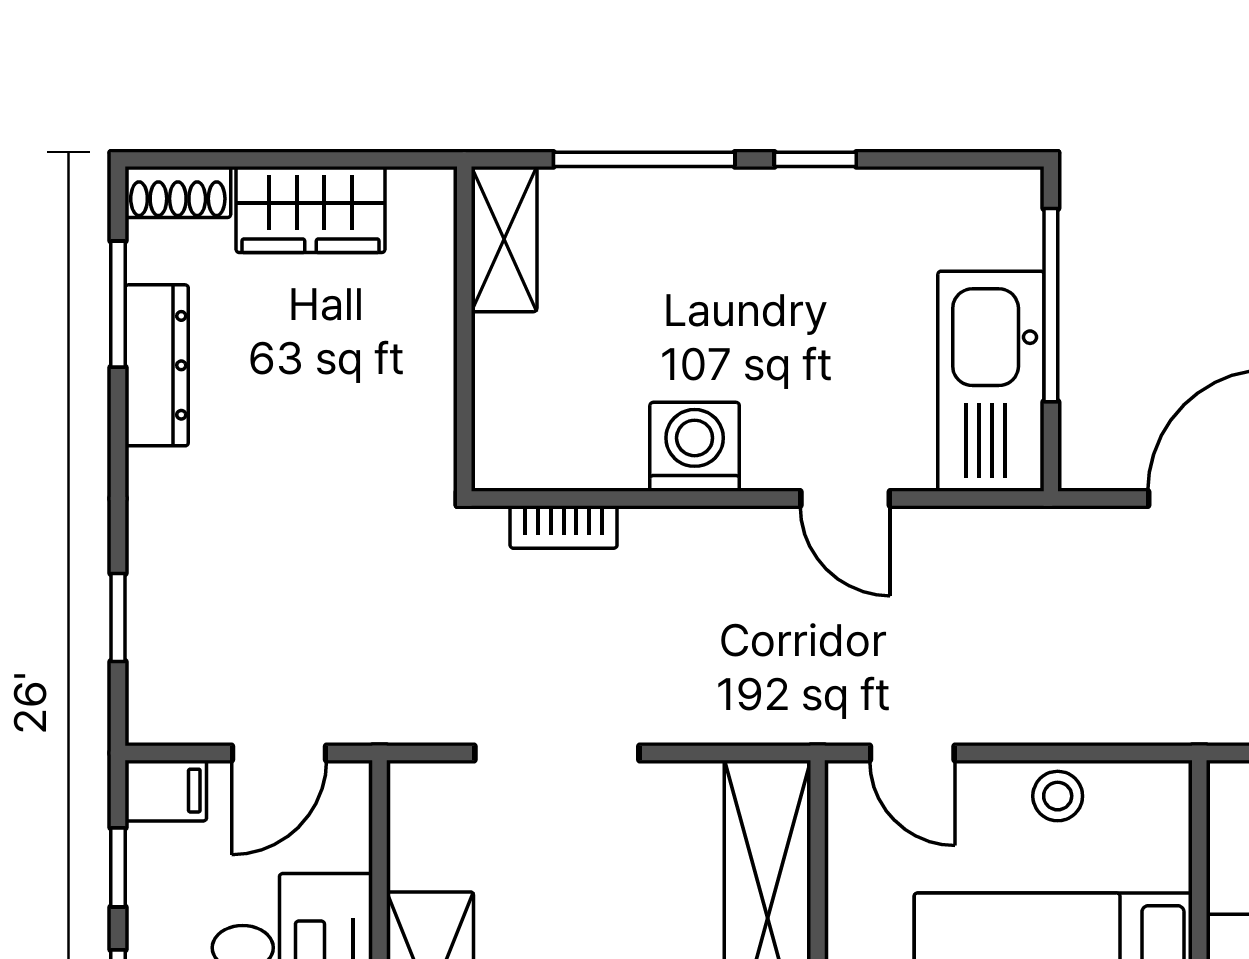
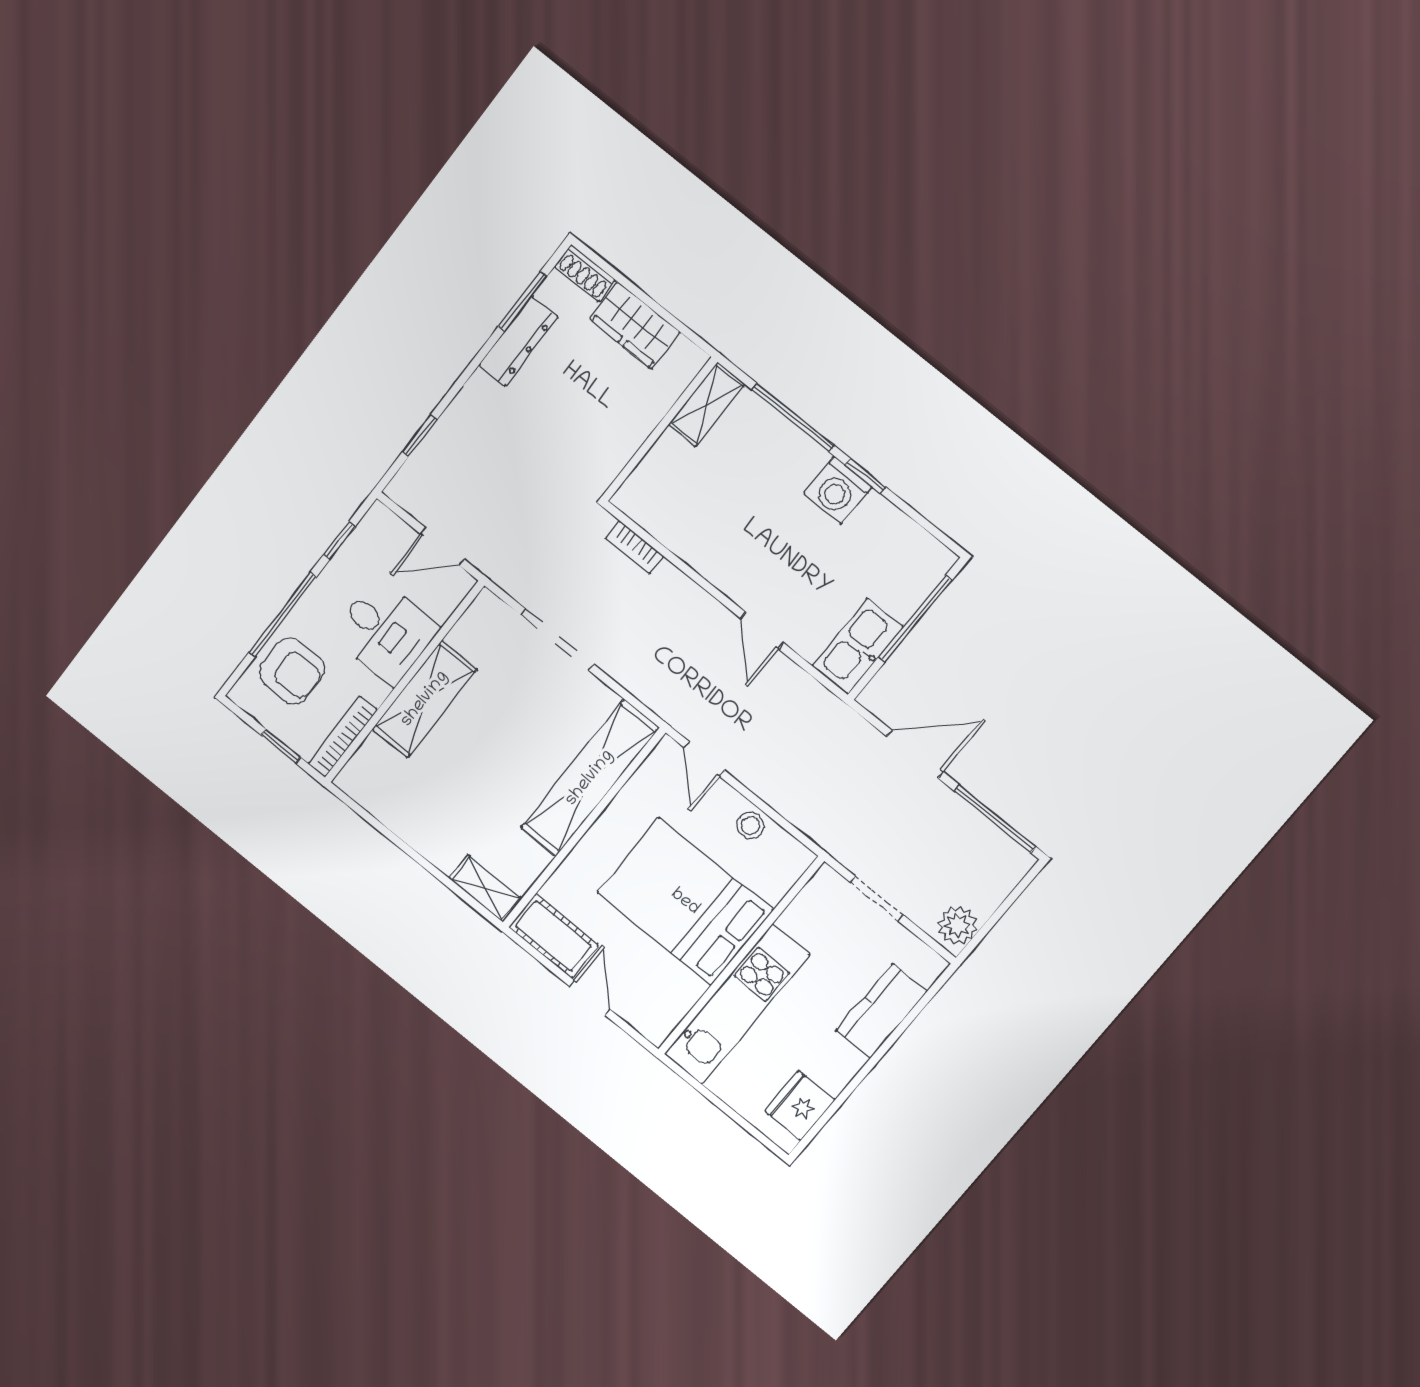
kitchen sink: (991, 381) -> (858, 647), width x0.73, depth x0.81
washing machine: (695, 447) -> (838, 490), moved, turned 180
filing cabinet: (166, 791) -> (384, 524), removed

